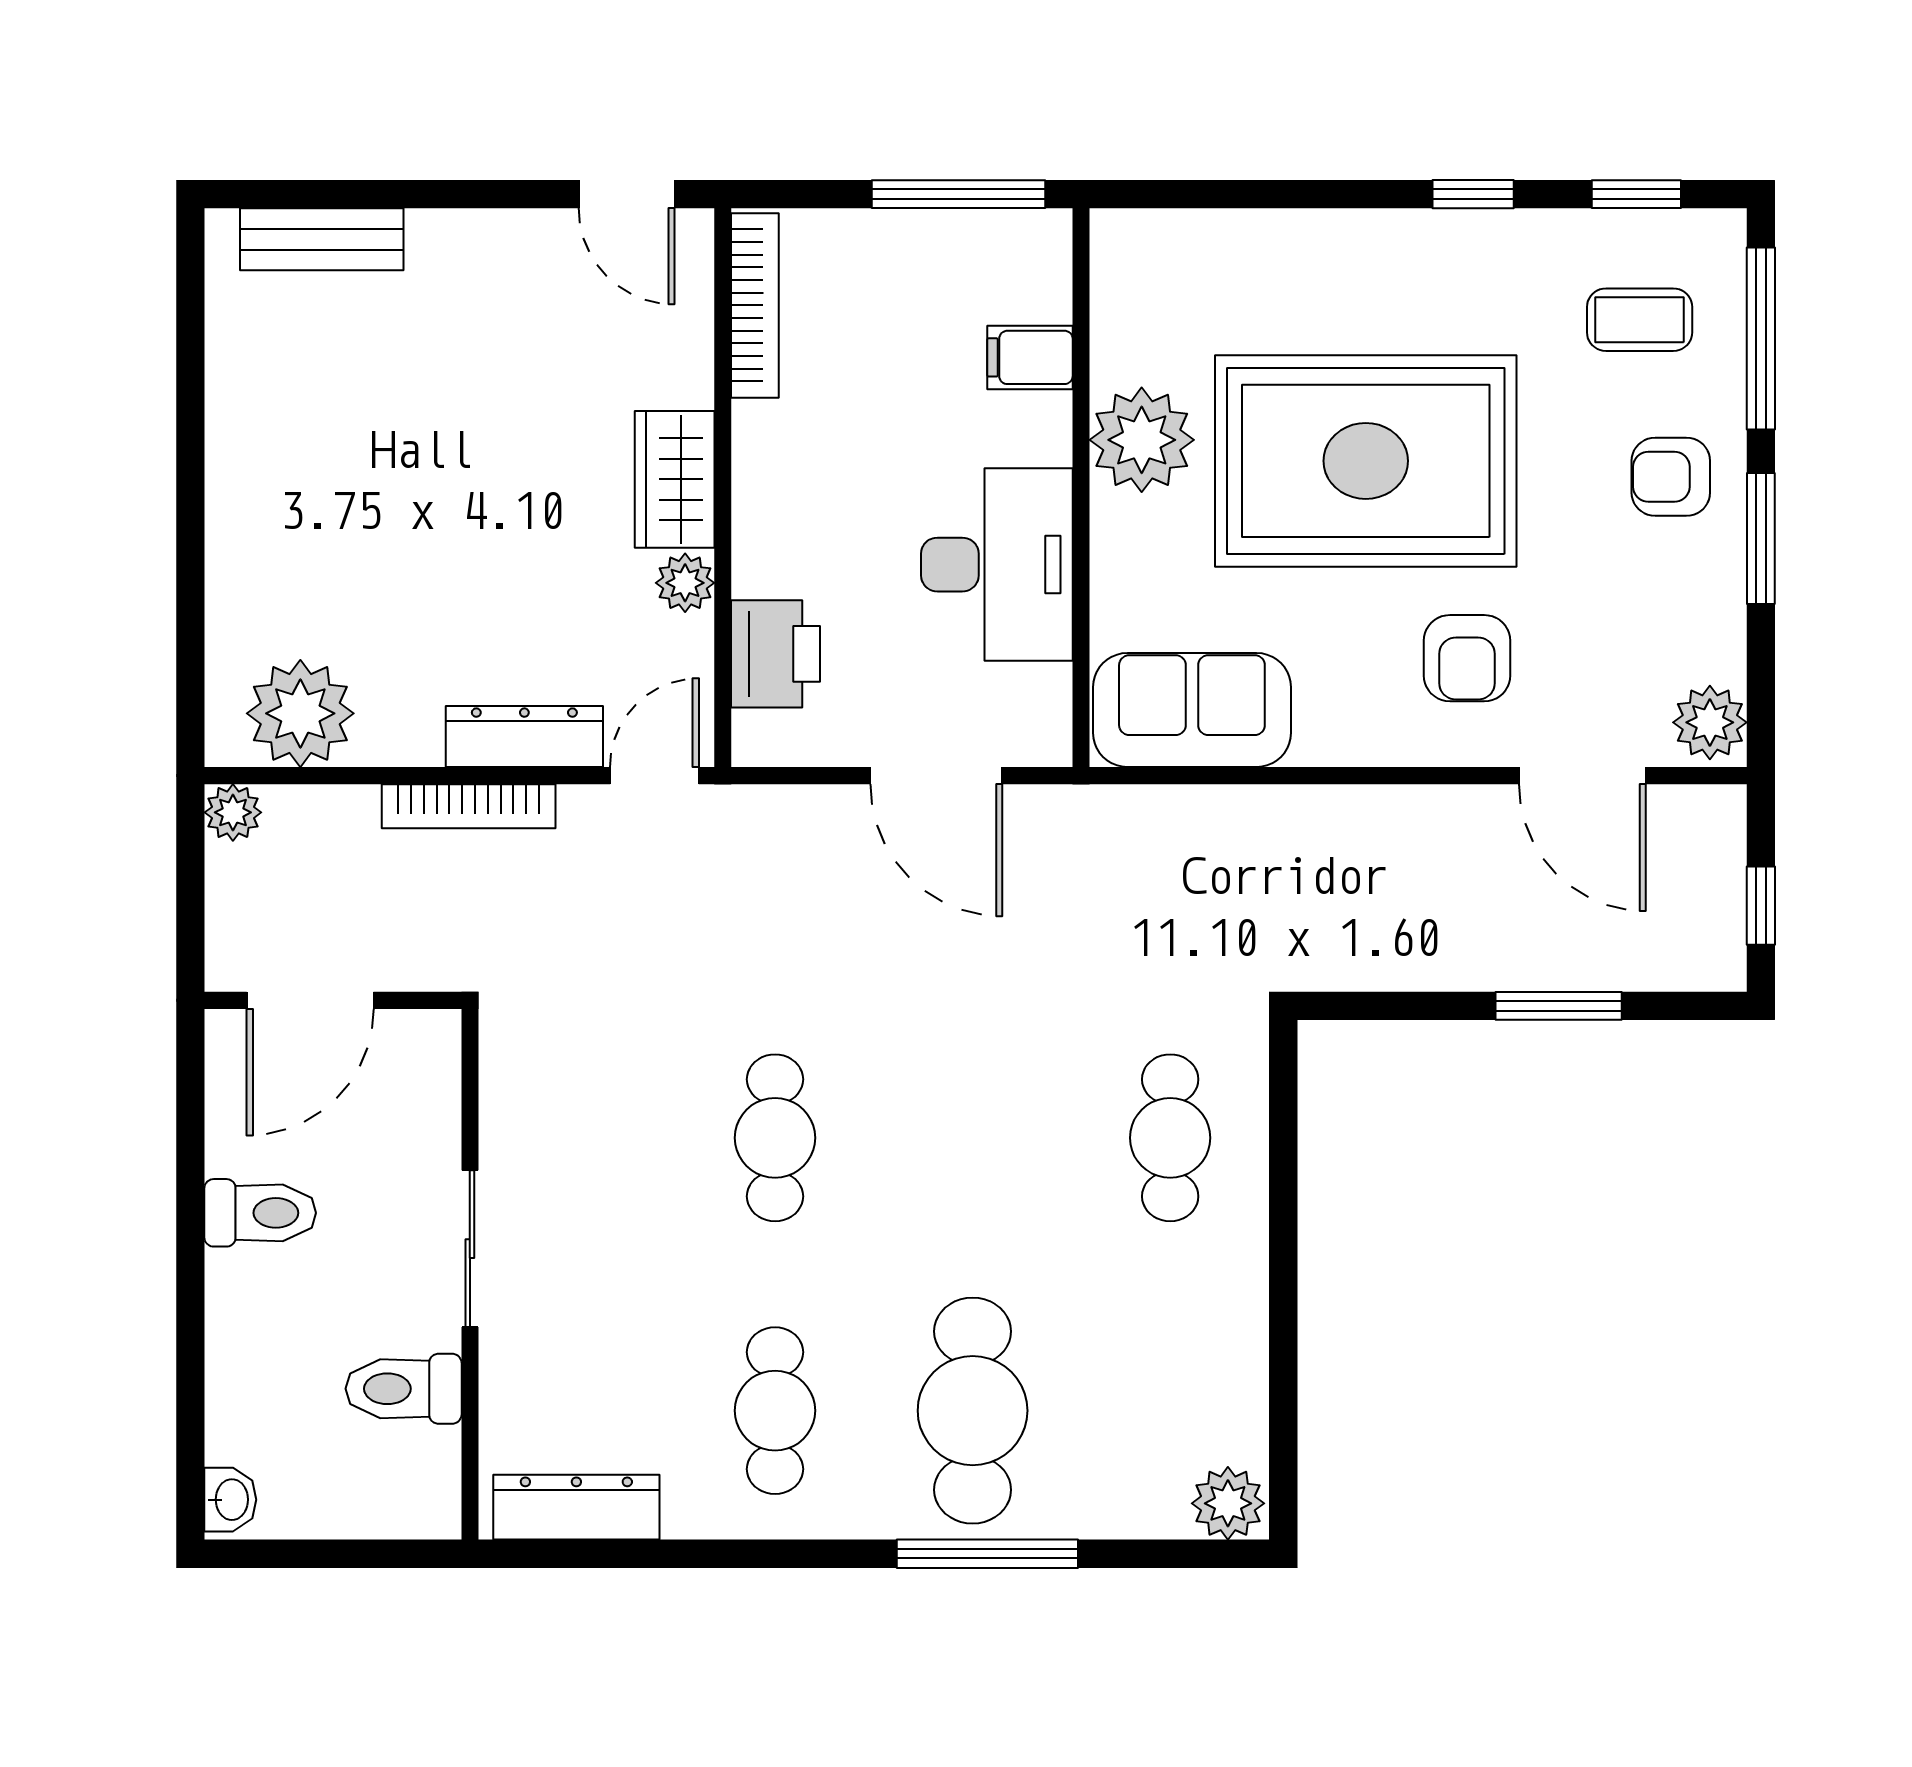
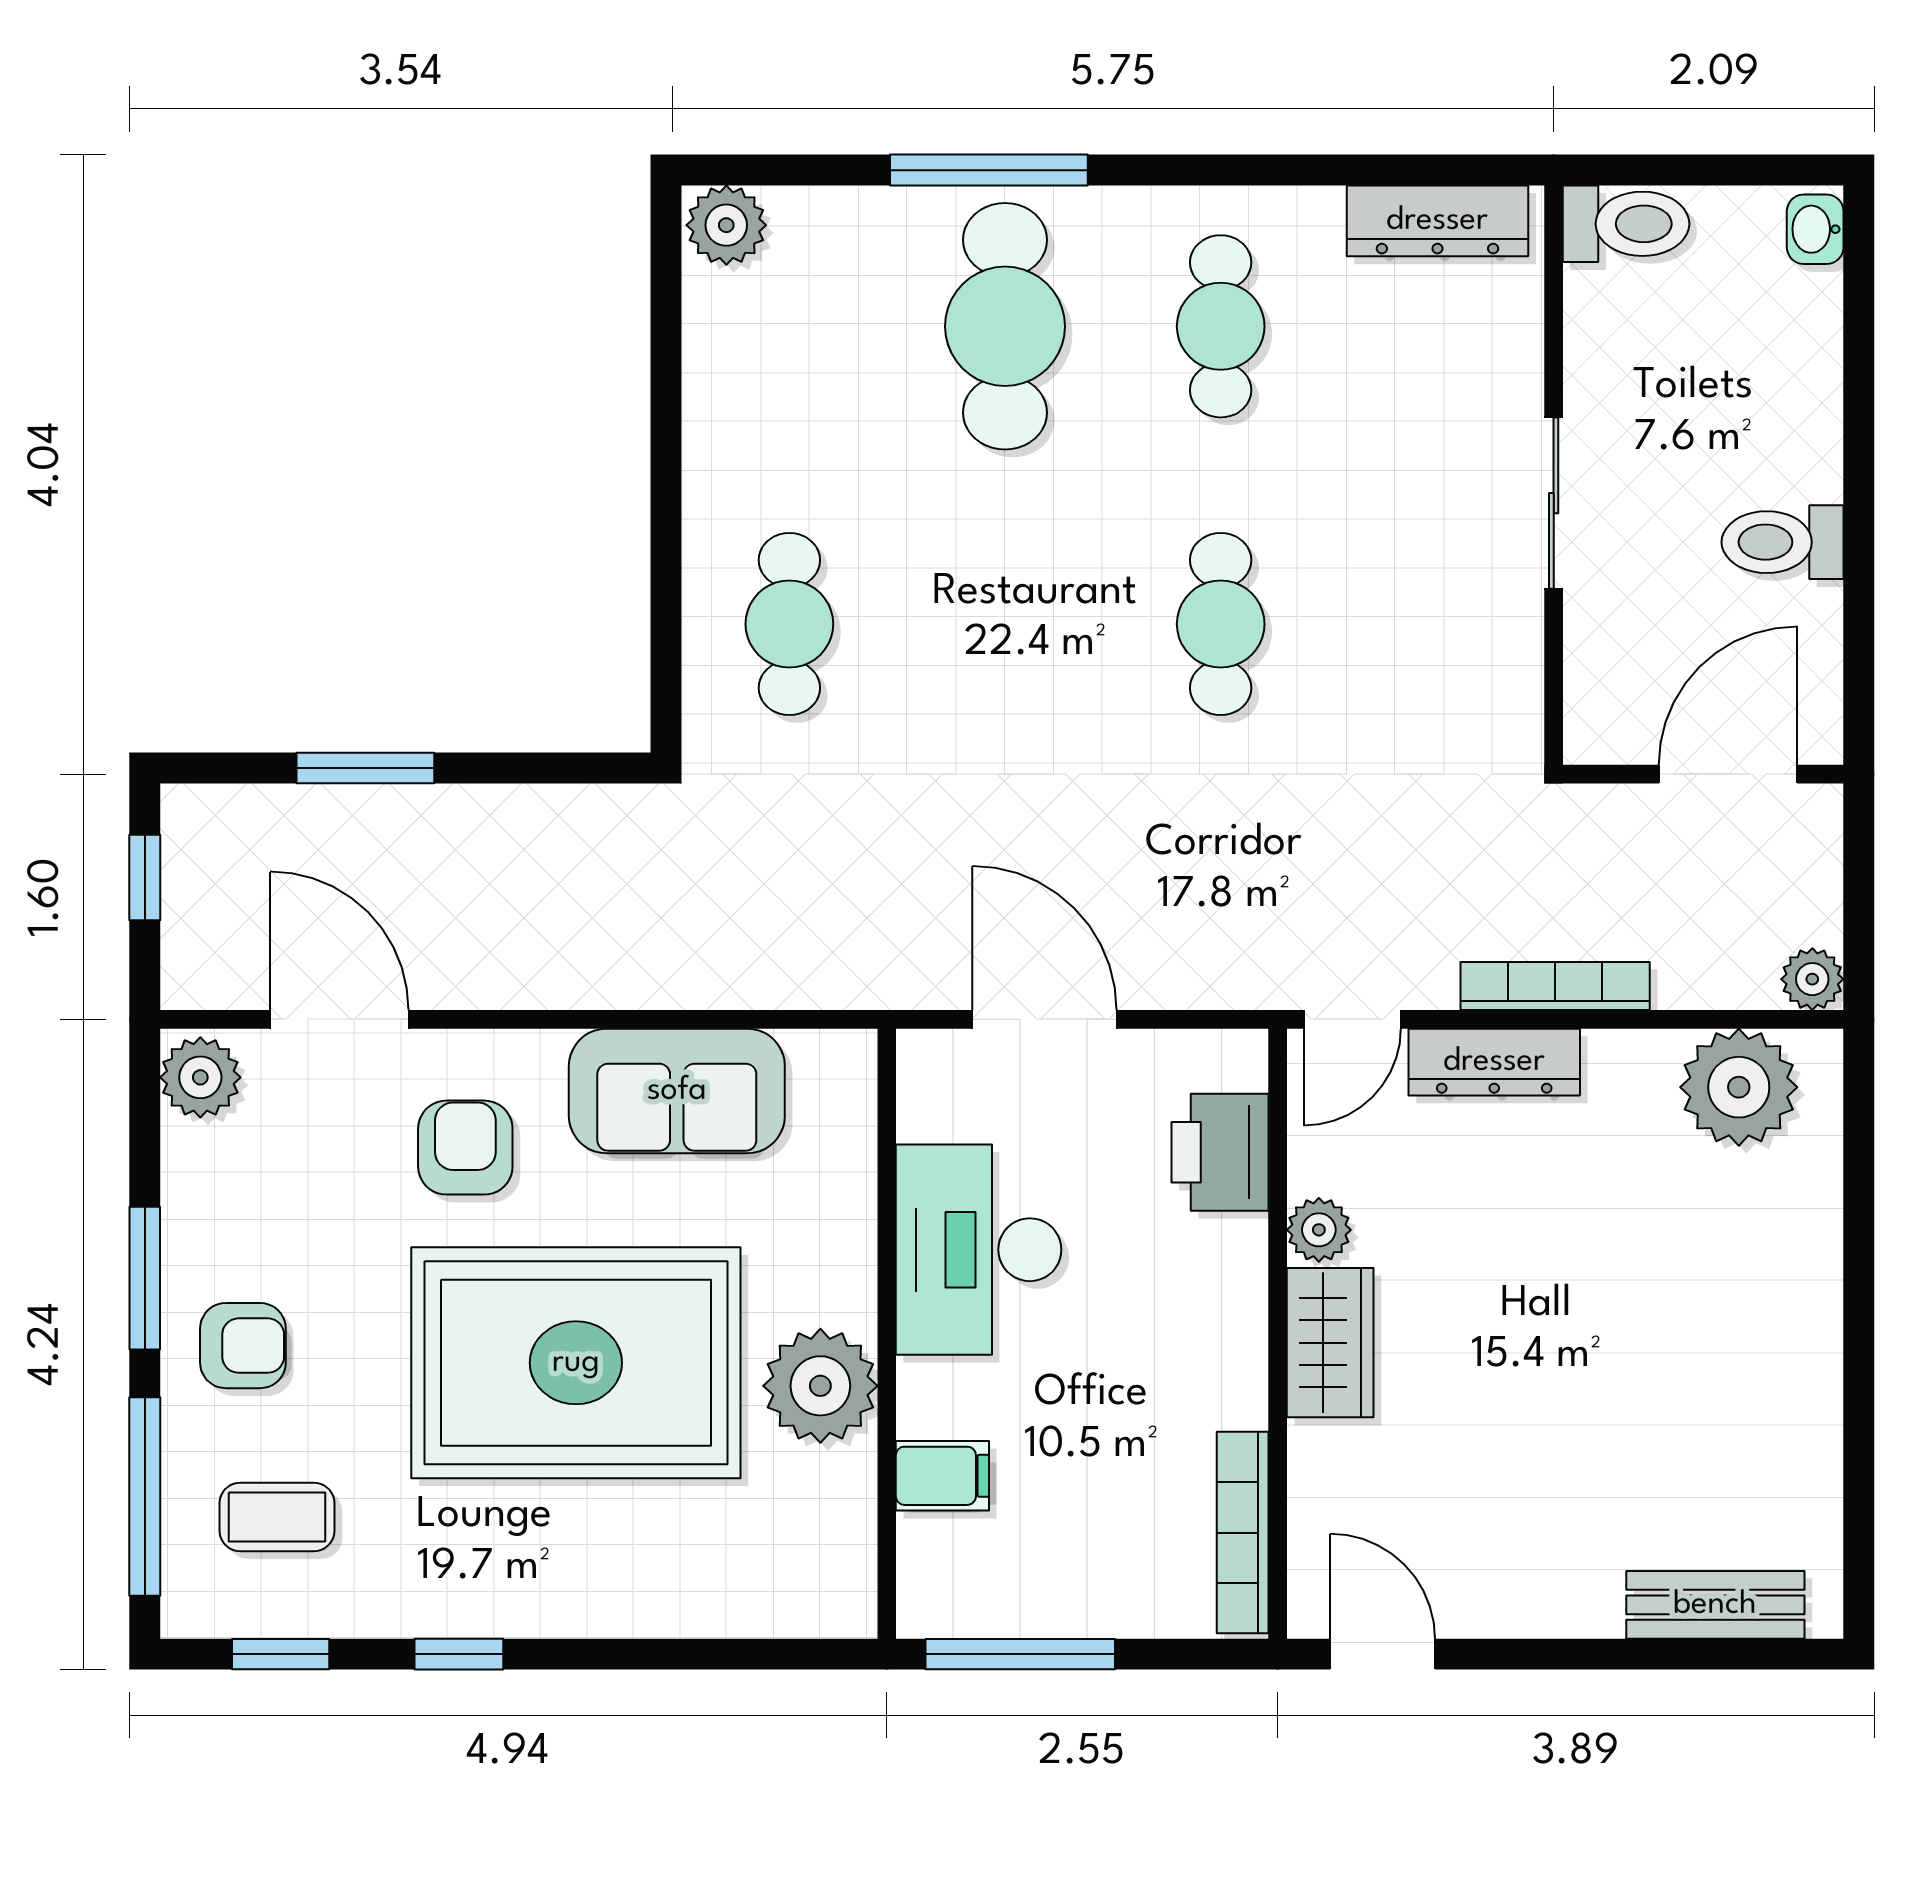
sofa: (1192, 710) -> (677, 1091), moved
toilet: (404, 1389) -> (1626, 224), moved

